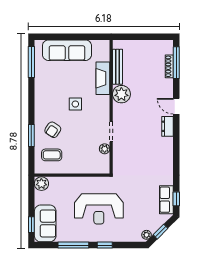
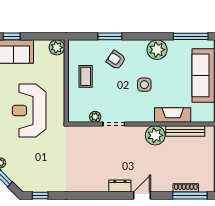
plant: (43, 92) -> (157, 50), added
coffee table: (52, 155) -> (86, 76), moved
row of seats: (166, 200) -> (39, 185), removed

